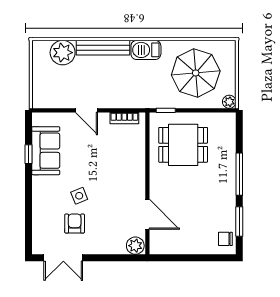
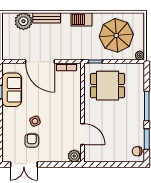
bench: (103, 48) -> (47, 18), width x0.73
door: (86, 110) -> (40, 62), width x1.88

